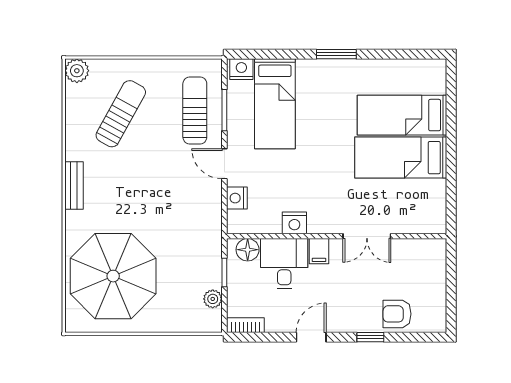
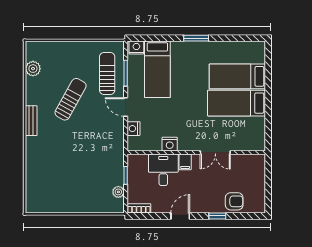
plant: (77, 71) -> (33, 69), moved
sun lounger: (121, 114) -> (71, 99), moved
floor lamp: (248, 250) -> (140, 161), removed
parasol: (113, 276) -> (56, 178), removed
armchair: (397, 314) -> (234, 201), turned 180

